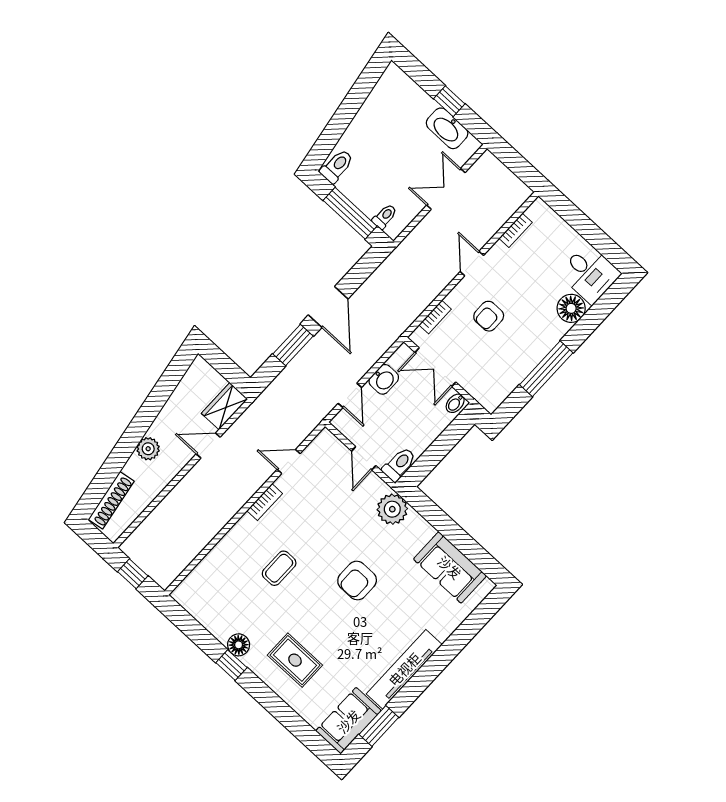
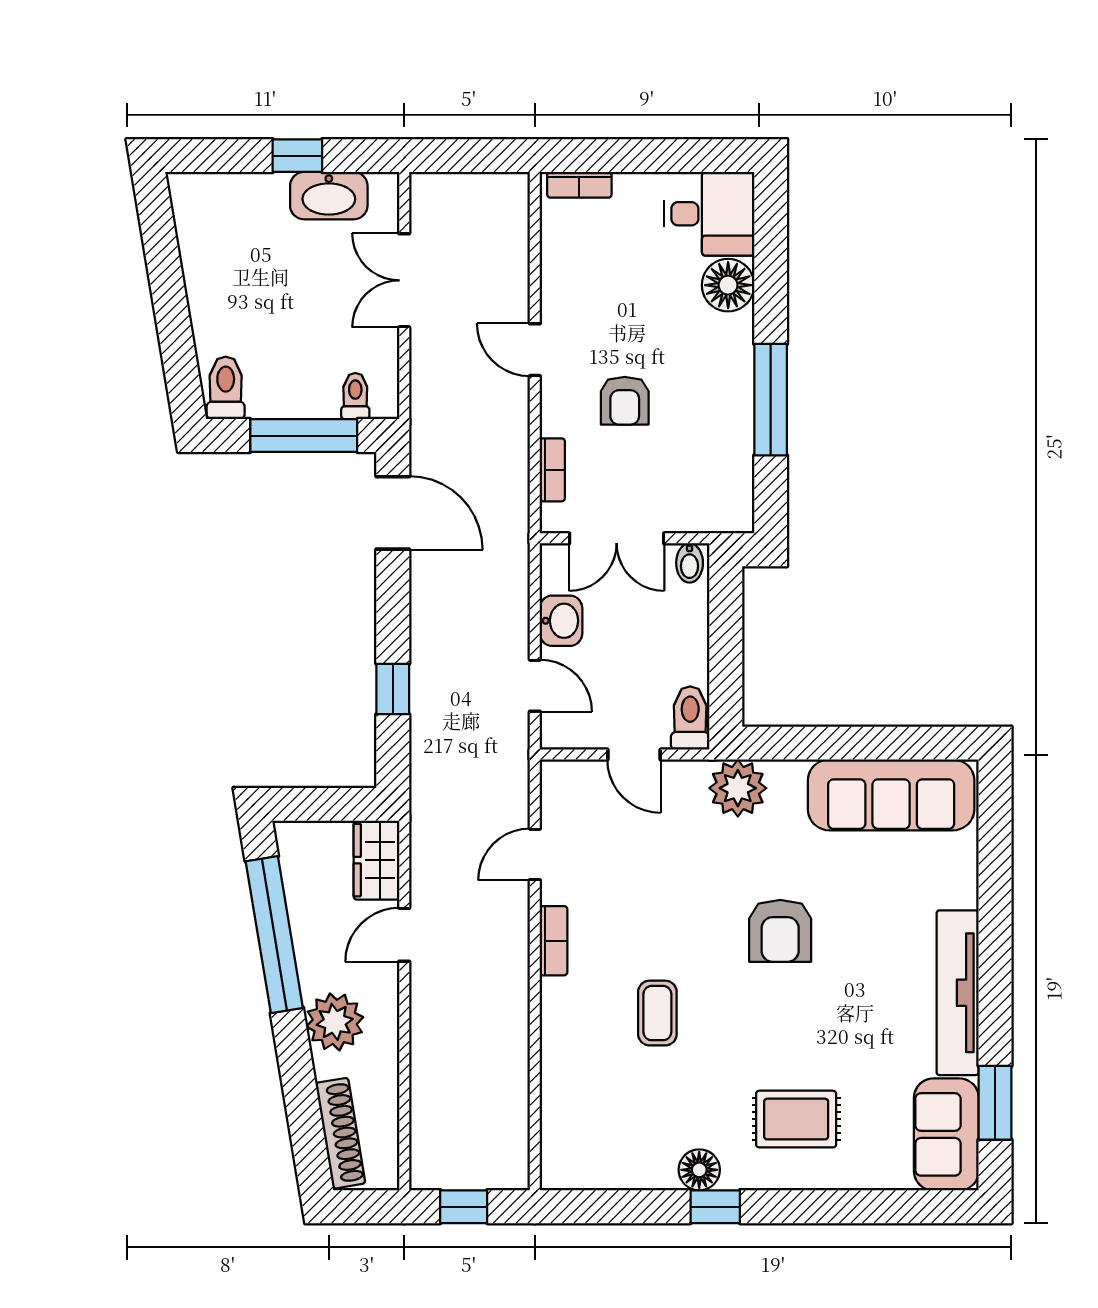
bookcase: (516, 230) -> (579, 185), moved, turned 90
door: (328, 307) -> (393, 513), moved
window: (293, 345) -> (393, 689), width x0.67
window: (157, 398) -> (274, 935), added
plant: (148, 449) -> (335, 1022), width x1.36, depth x1.36
sofa: (450, 567) -> (891, 795), width x1.36

